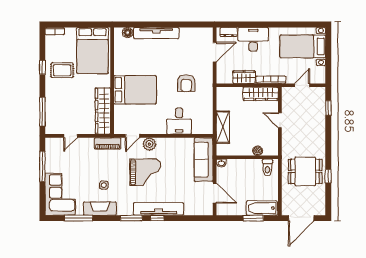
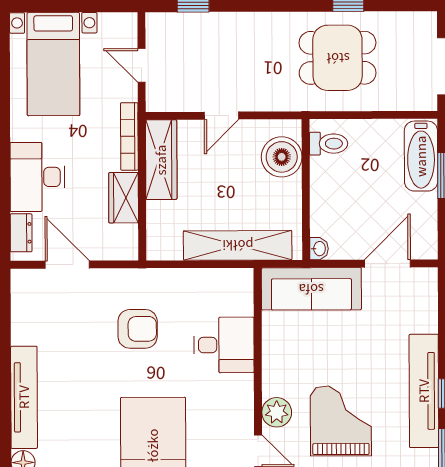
shelving: (223, 127) -> (238, 245), width x1.47
boiler: (258, 151) -> (282, 157), width x1.86, depth x1.86
dining table: (305, 171) -> (338, 58), turned 90

